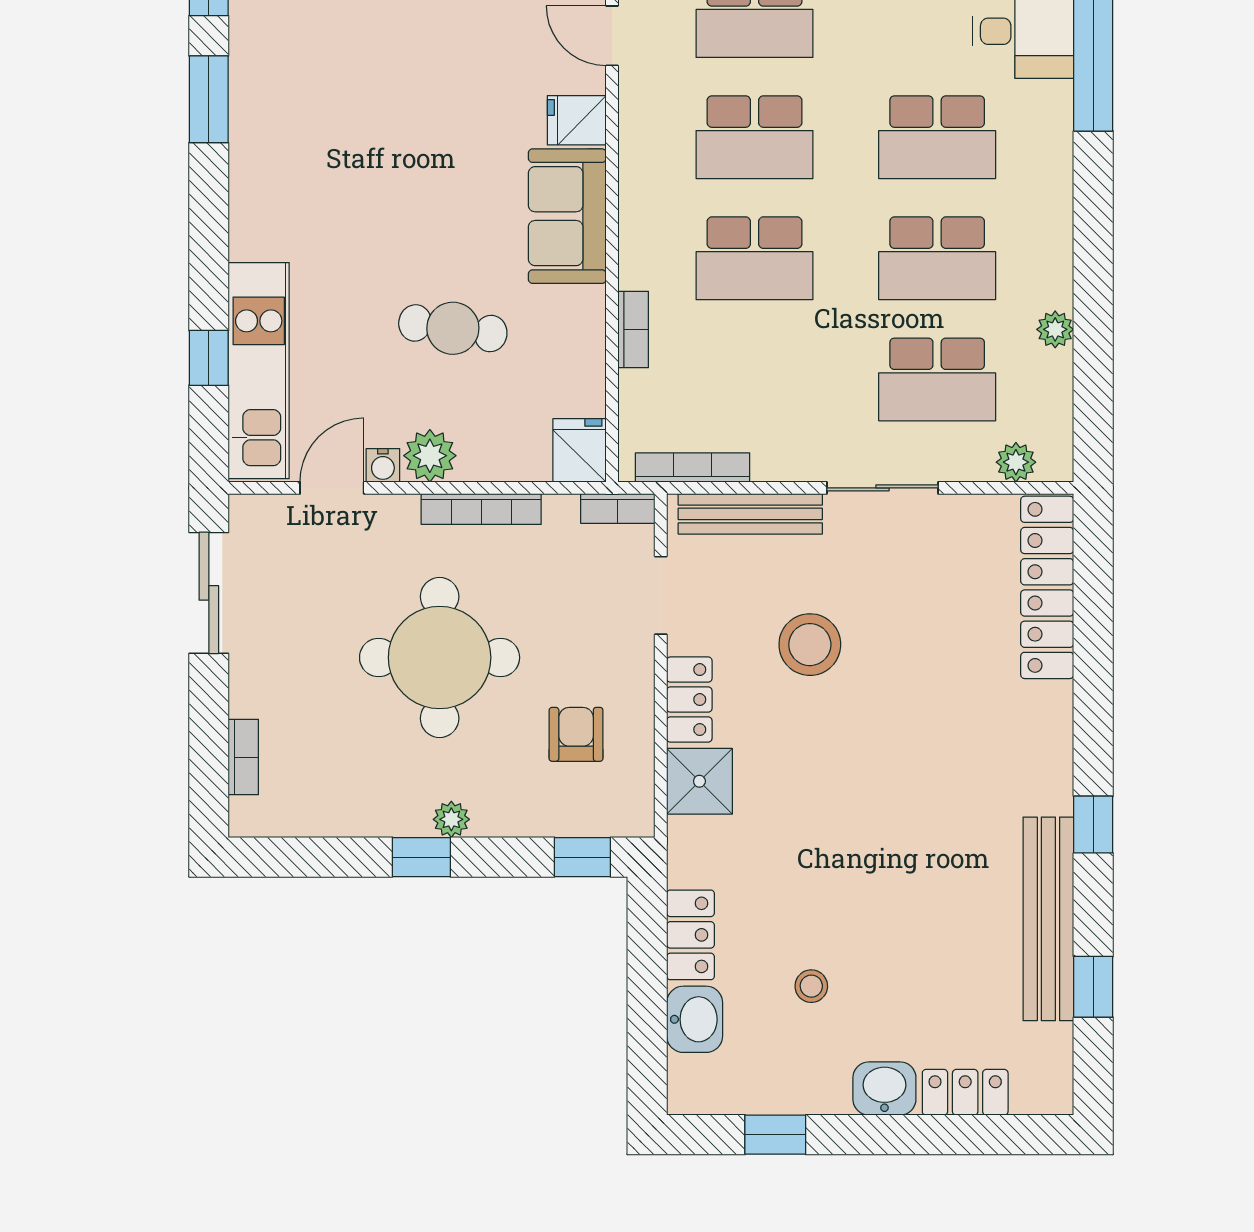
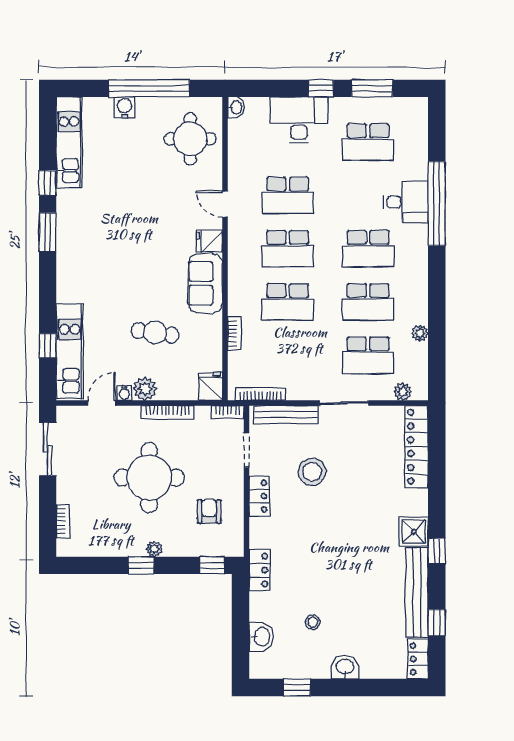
shower: (699, 781) -> (414, 532), moved
locker: (691, 935) -> (260, 570), moved
locker: (965, 1092) -> (418, 659), moved, turned -90

